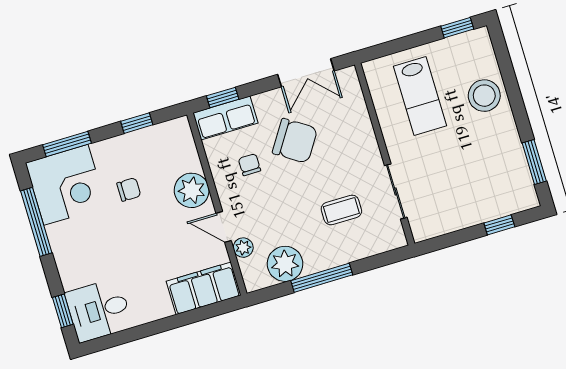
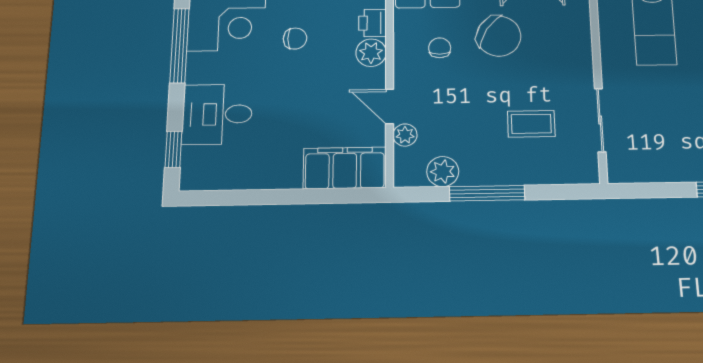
printer: (188, 158) -> (372, 23), added
plant: (192, 190) -> (371, 53), width x0.73, depth x0.73
plant: (285, 264) -> (443, 172), width x0.73, depth x0.73
desk: (99, 310) -> (217, 114), moved

